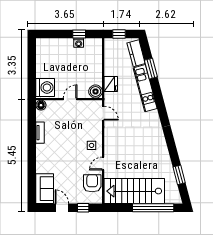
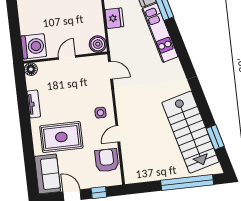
fridge: (111, 84) -> (114, 18), moved
rug: (59, 161) -> (61, 137), added
stairs: (134, 191) -> (190, 132), moved, turned -105

